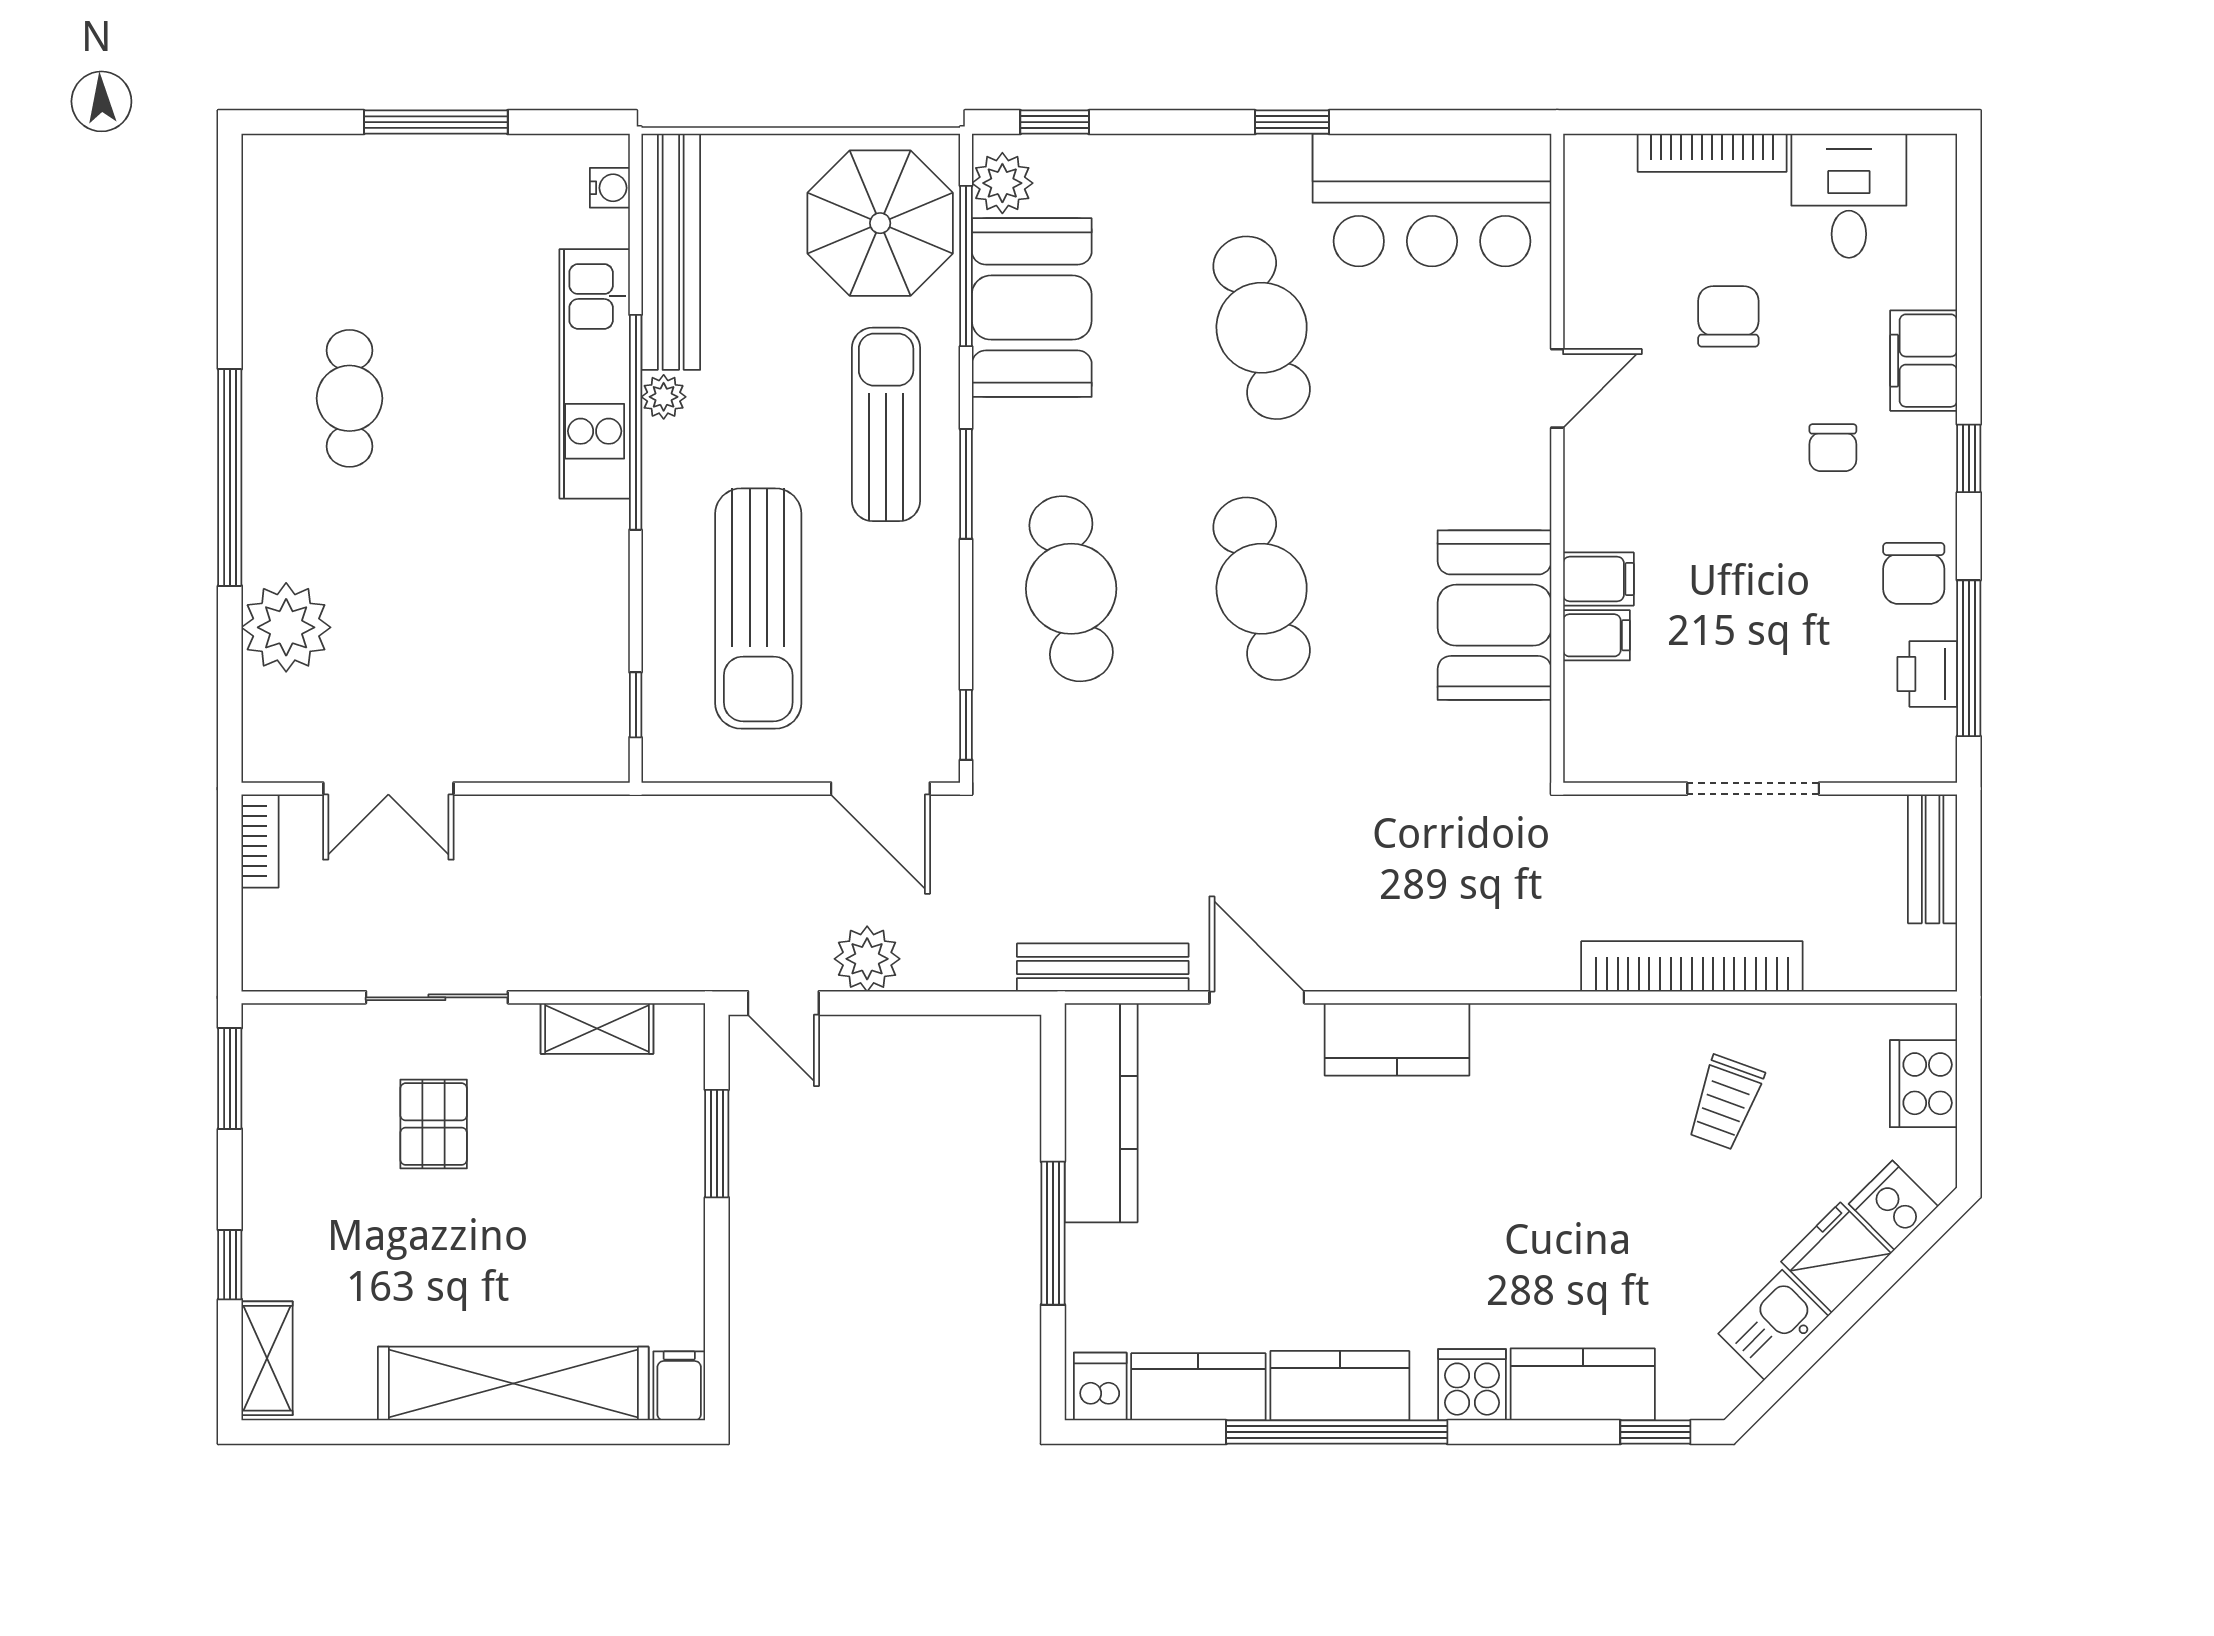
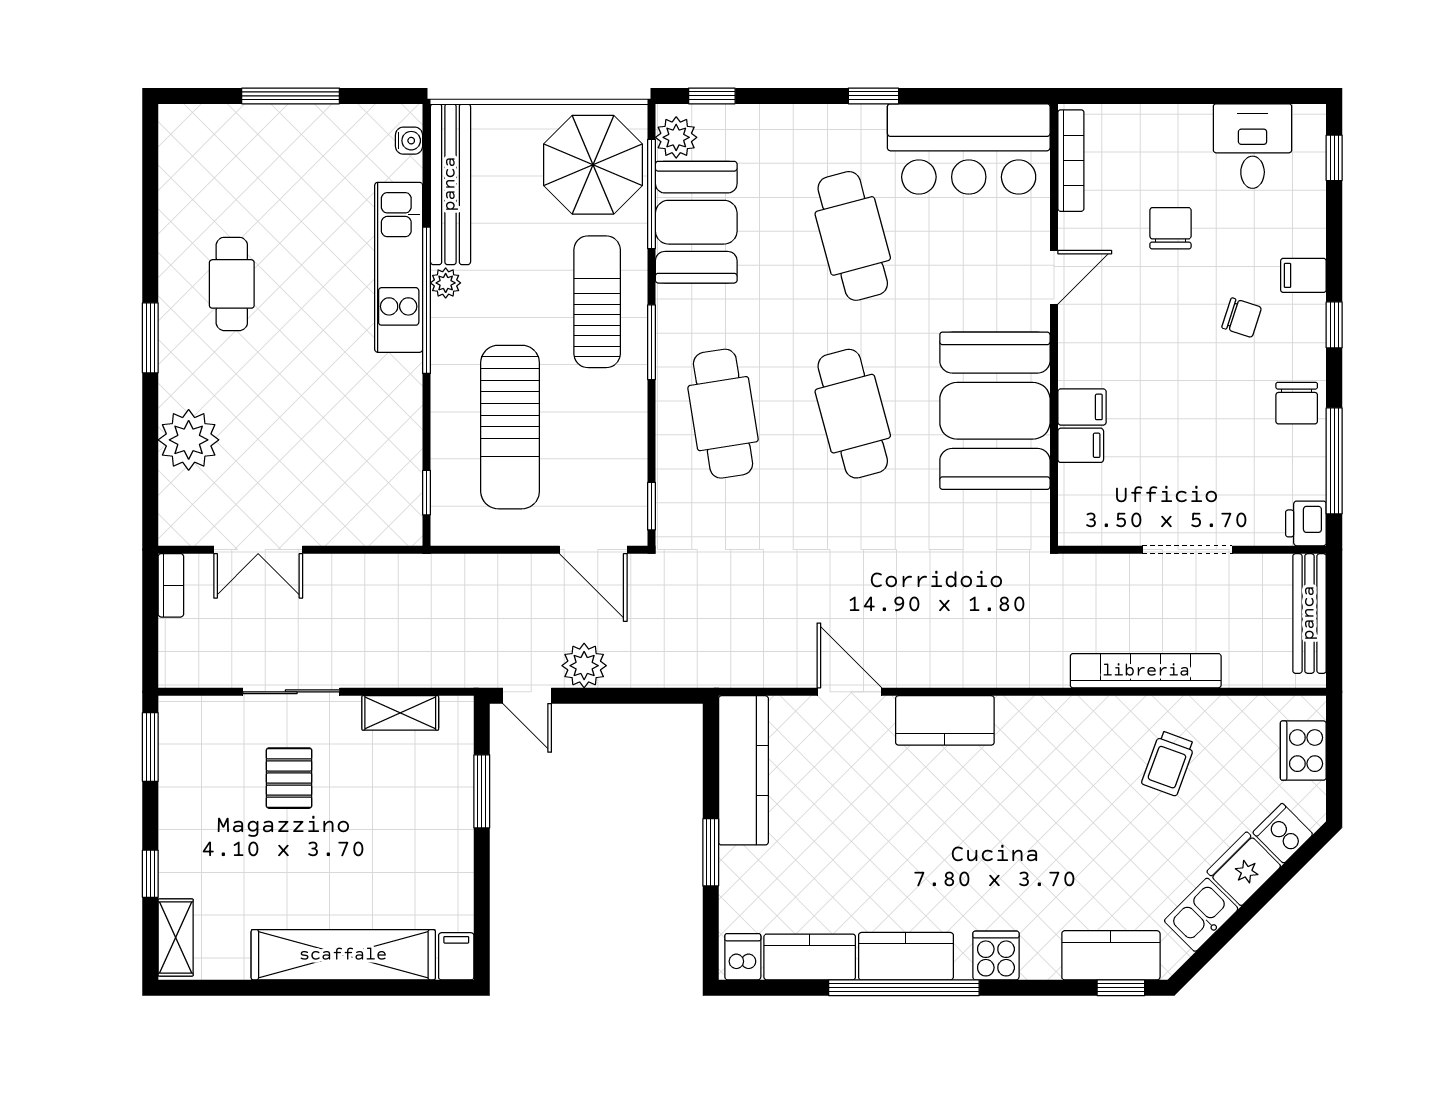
bookcase: (1712, 153) -> (1071, 161), moved, turned -90
window: (1969, 213) -> (1334, 158), added
filing cabinet: (1924, 361) -> (1303, 275), width x0.50
chair: (1833, 448) -> (1242, 318), turned -72
window: (230, 477) -> (150, 338), width x0.47
booth: (1495, 615) -> (995, 411), width x1.36, depth x1.42
printer: (1927, 674) -> (1306, 523), moved
bench: (1933, 859) -> (1309, 613), width x1.36
bench: (1103, 967) -> (745, 671), removed
window: (1053, 1233) -> (711, 852), width x0.69
kitchen counter: (1583, 1384) -> (1111, 955), moved

